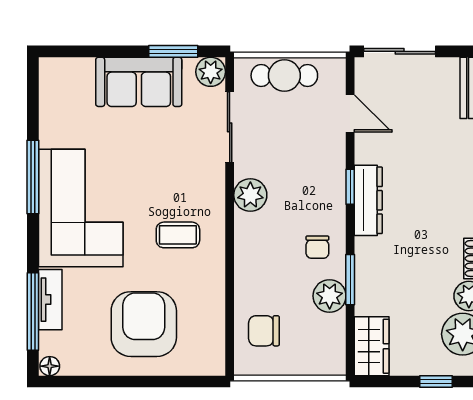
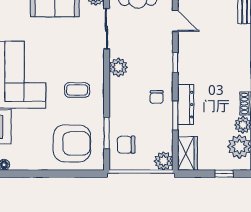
dresser: (368, 200) -> (186, 105), moved
plant: (330, 296) -> (163, 161), moved
window: (230, 310) -> (107, 133), added
armchair: (144, 324) -> (72, 143), moved, turned 90

